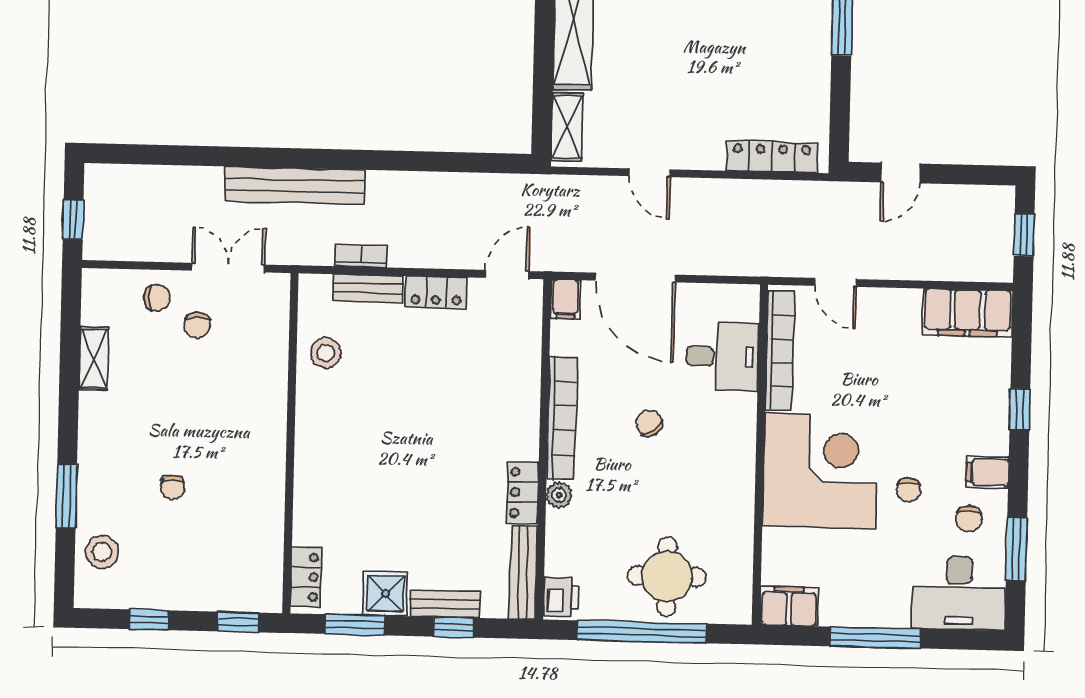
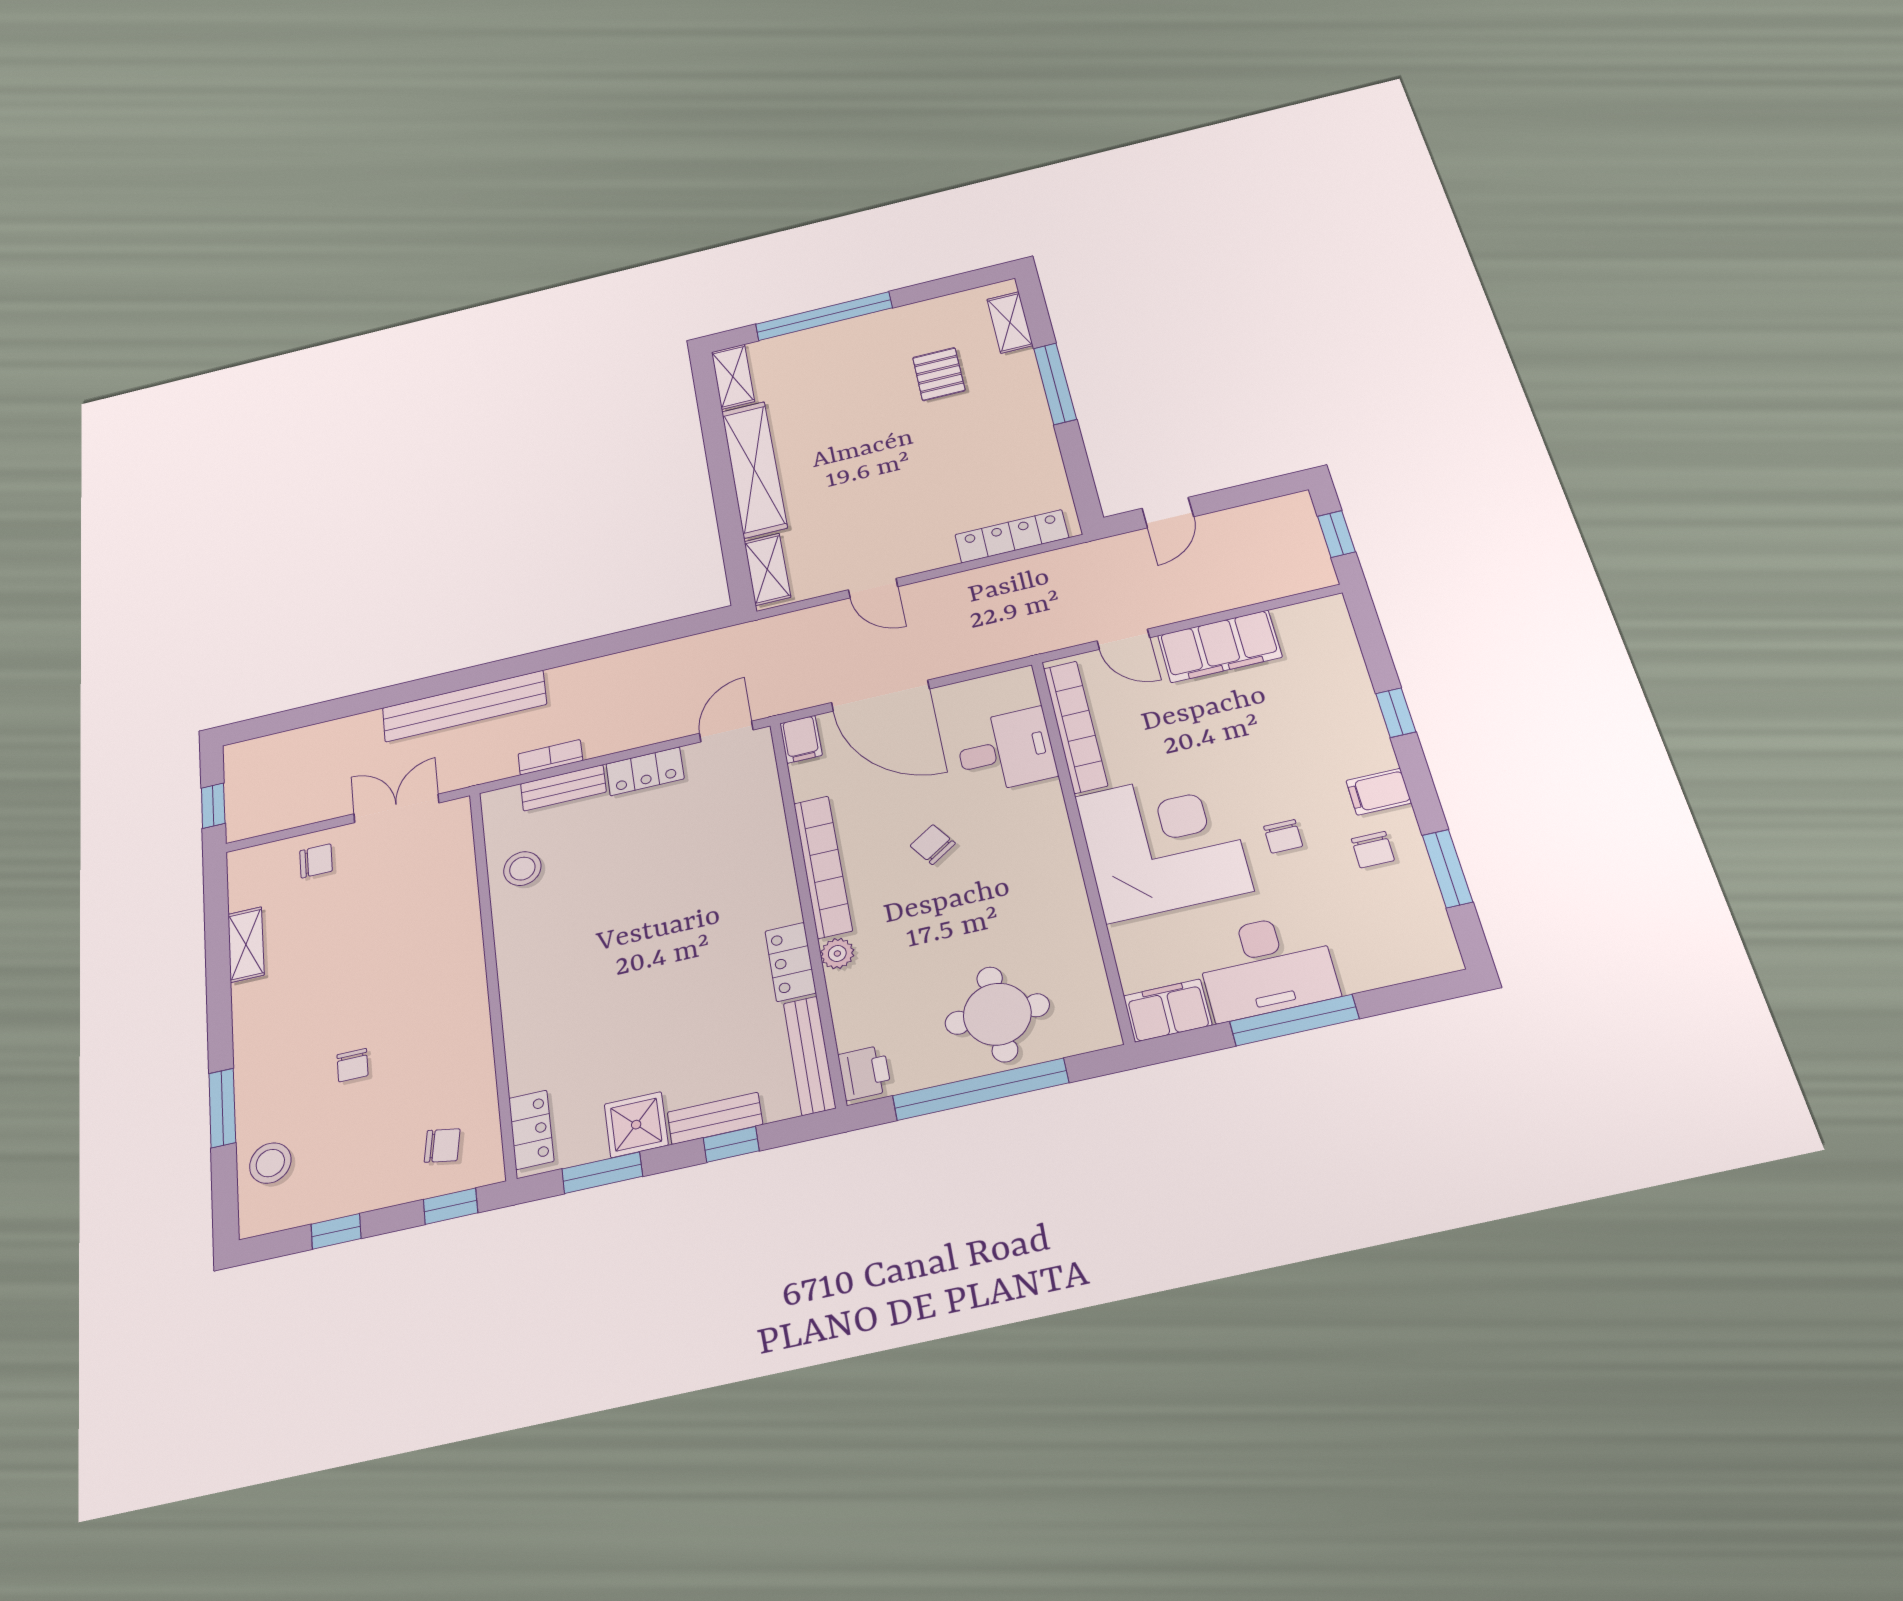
filing cabinet: (968, 313) -> (1220, 646), moved
chair: (197, 325) -> (442, 1146), moved, turned -80
desk: (959, 593) -> (1266, 966), moved

